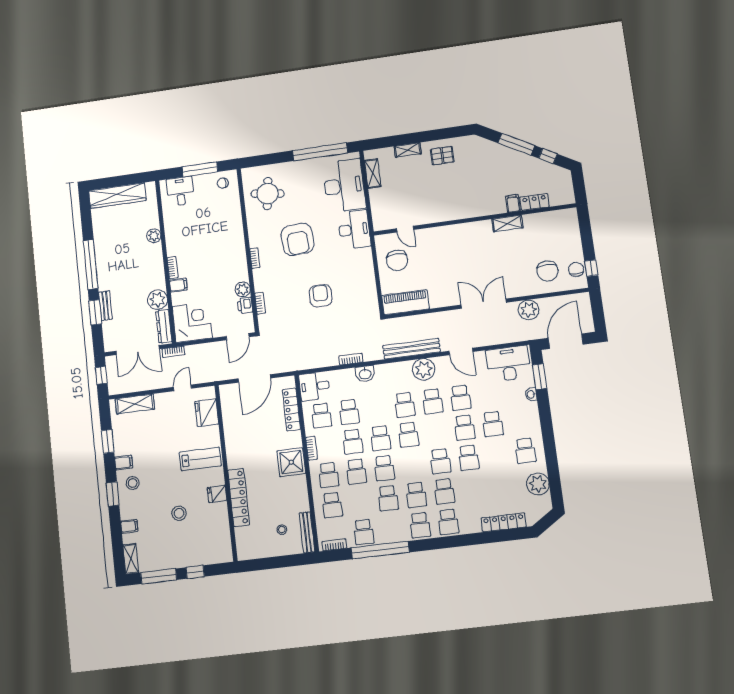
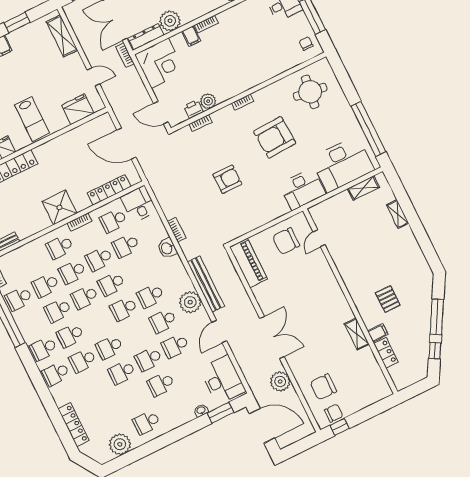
pallet: (442, 156) -> (388, 299), moved
school desk: (332, 505) -> (46, 285), moved

